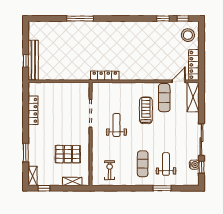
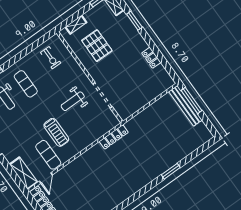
window: (80, 18) -> (171, 171), width x0.69
window: (26, 61) -> (192, 100), width x2.17
locker: (33, 110) -> (151, 58), width x0.66
weight bench: (116, 125) -> (73, 101), turned 90
pallet: (68, 154) -> (97, 46), turned 90

